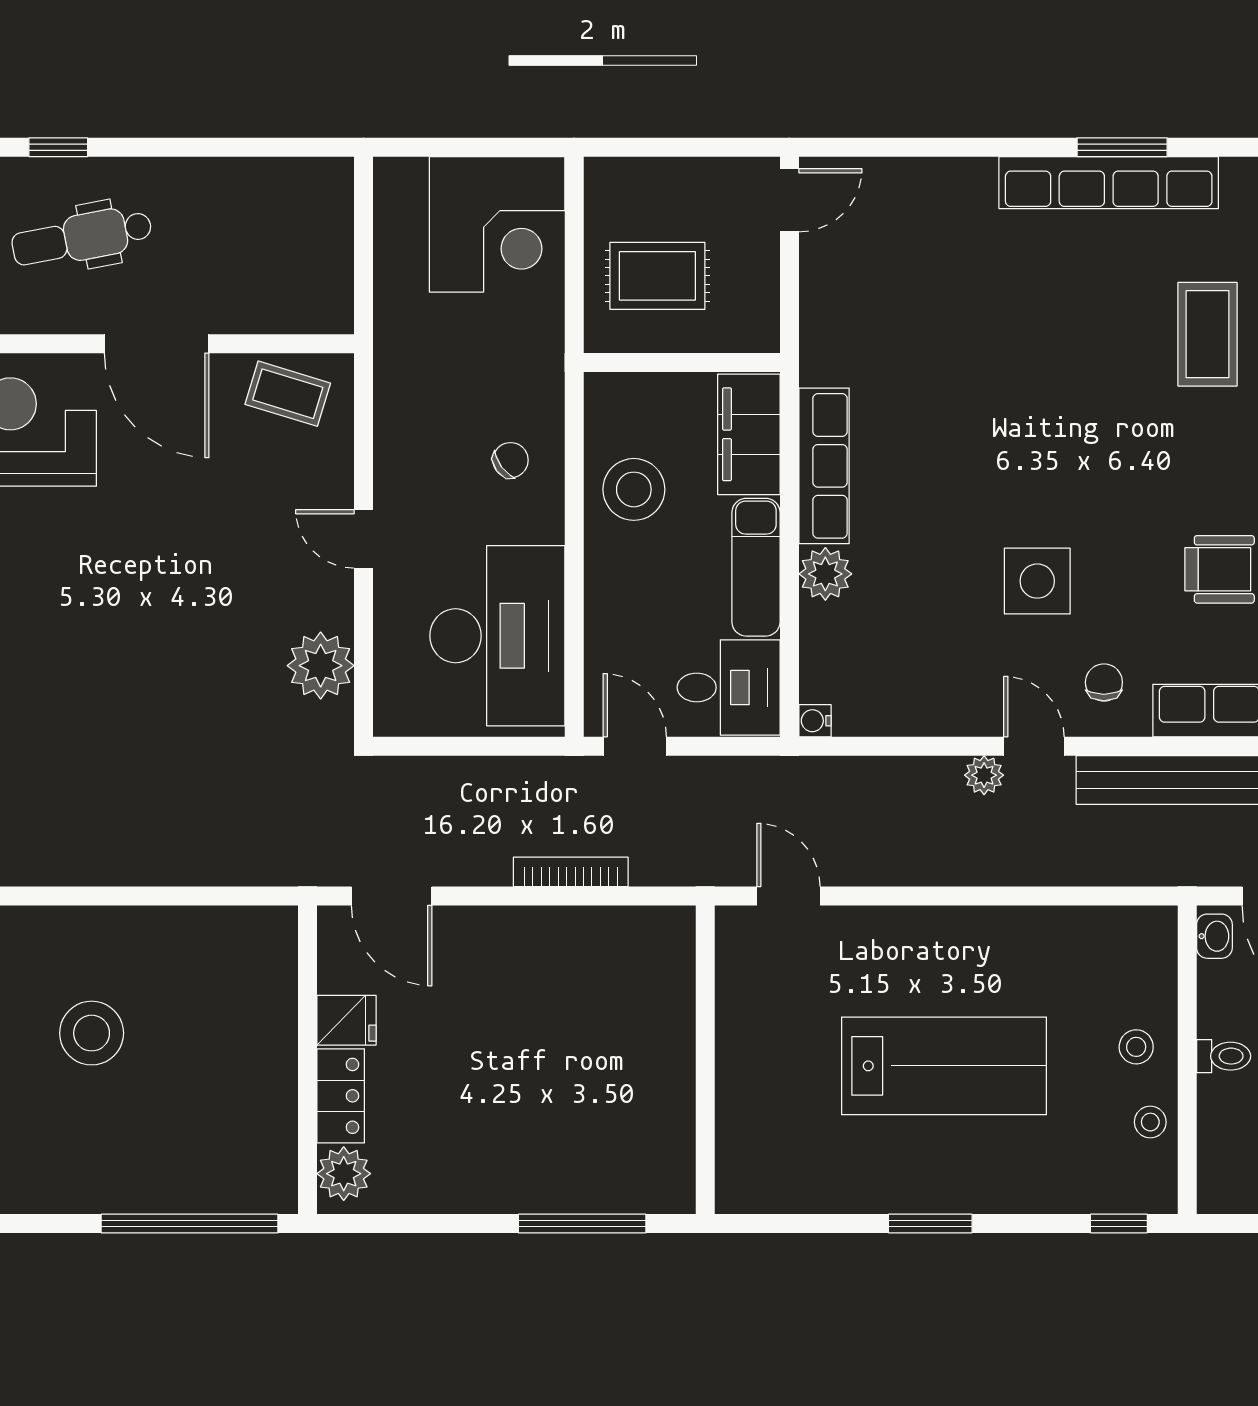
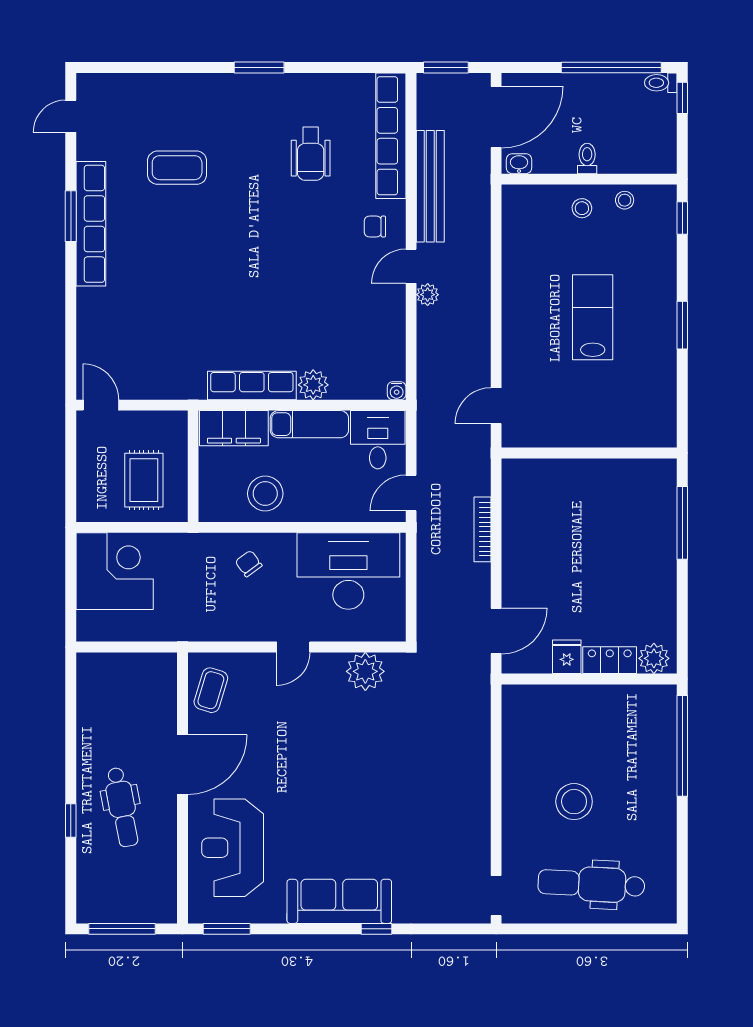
side table: (1037, 581) -> (317, 264), removed
lab bench: (944, 1066) -> (593, 317), width x0.73, depth x0.72

